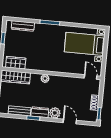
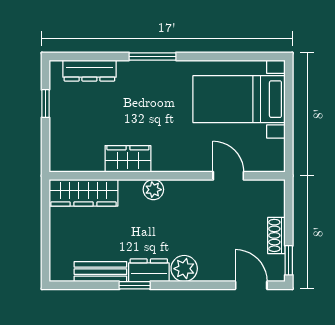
wardrobe: (16, 63) -> (128, 159), moved
door: (91, 77) -> (228, 176), moved
door: (70, 121) -> (251, 285), moved

